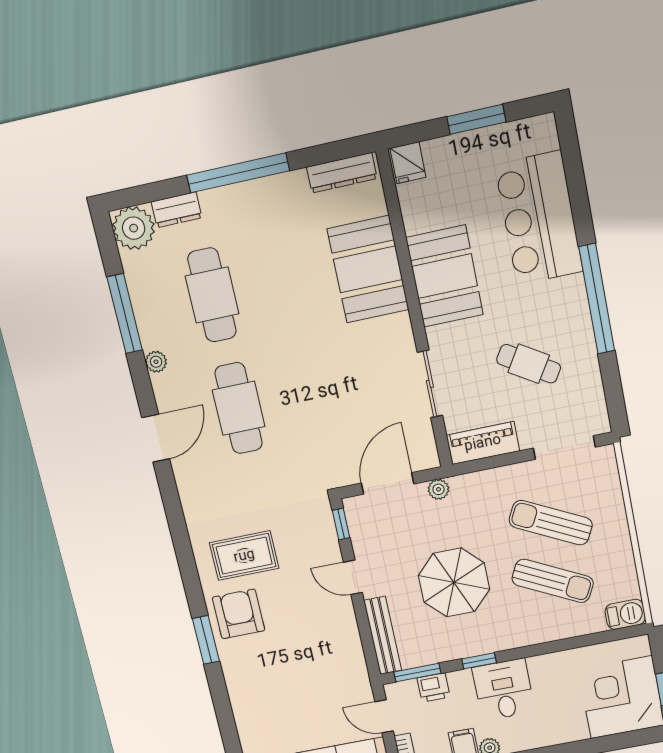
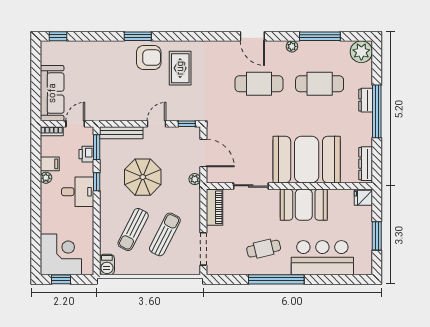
dresser: (177, 210) -> (366, 100), moved
booth: (368, 269) -> (307, 160), width x1.36, depth x1.42
cafe table: (529, 364) -> (264, 249), moved, turned 45

